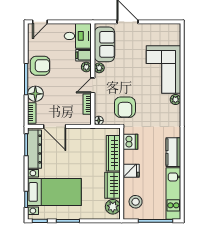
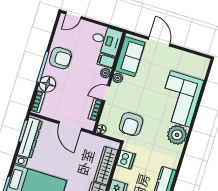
plant: (175, 100) -> (177, 135), width x1.87, depth x1.87
door: (55, 126) -> (70, 126), moved

